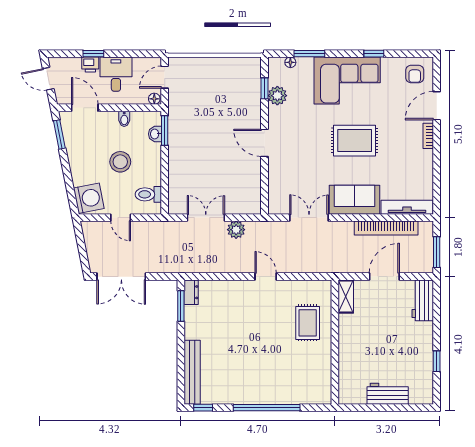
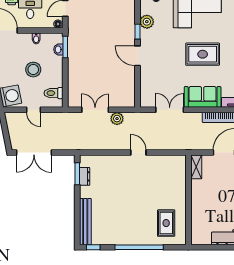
window: (265, 88) -> (138, 32), moved
dresser: (191, 292) -> (85, 176), moved
rug: (308, 323) -> (166, 223), moved

